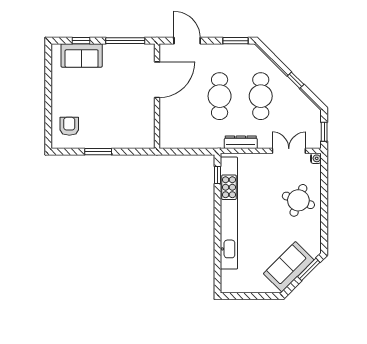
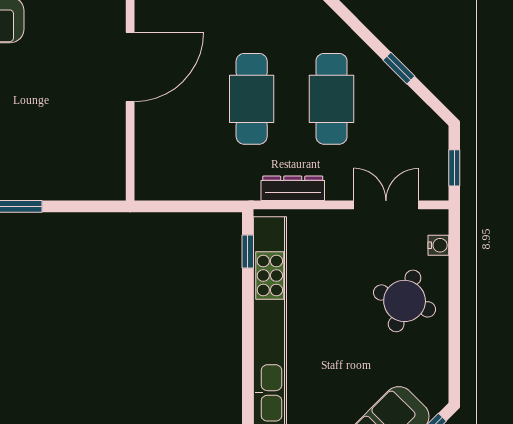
water cooler: (316, 158) -> (438, 245), moved

